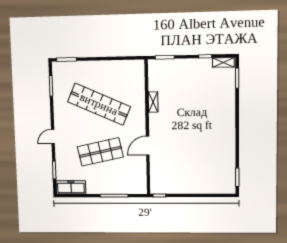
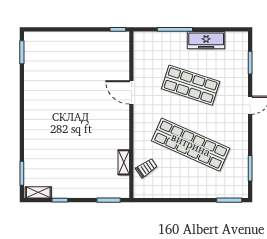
trolley: (134, 84) -> (147, 168), added
shelving: (153, 102) -> (124, 162), moved
door: (148, 146) -> (131, 92), swing flipped
shop shelf: (100, 152) -> (191, 85), turned 30
freezer: (71, 187) -> (206, 40), moved

